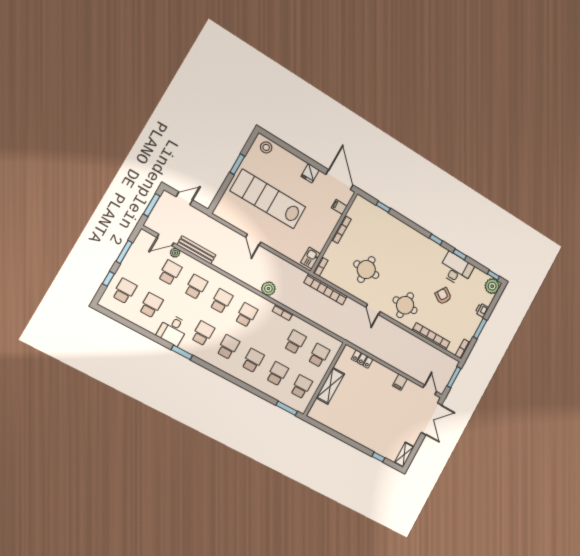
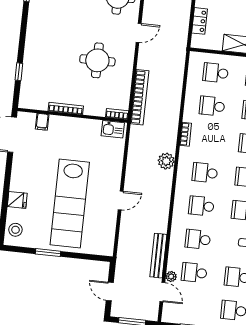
fridge: (310, 173) -> (17, 200), moved

